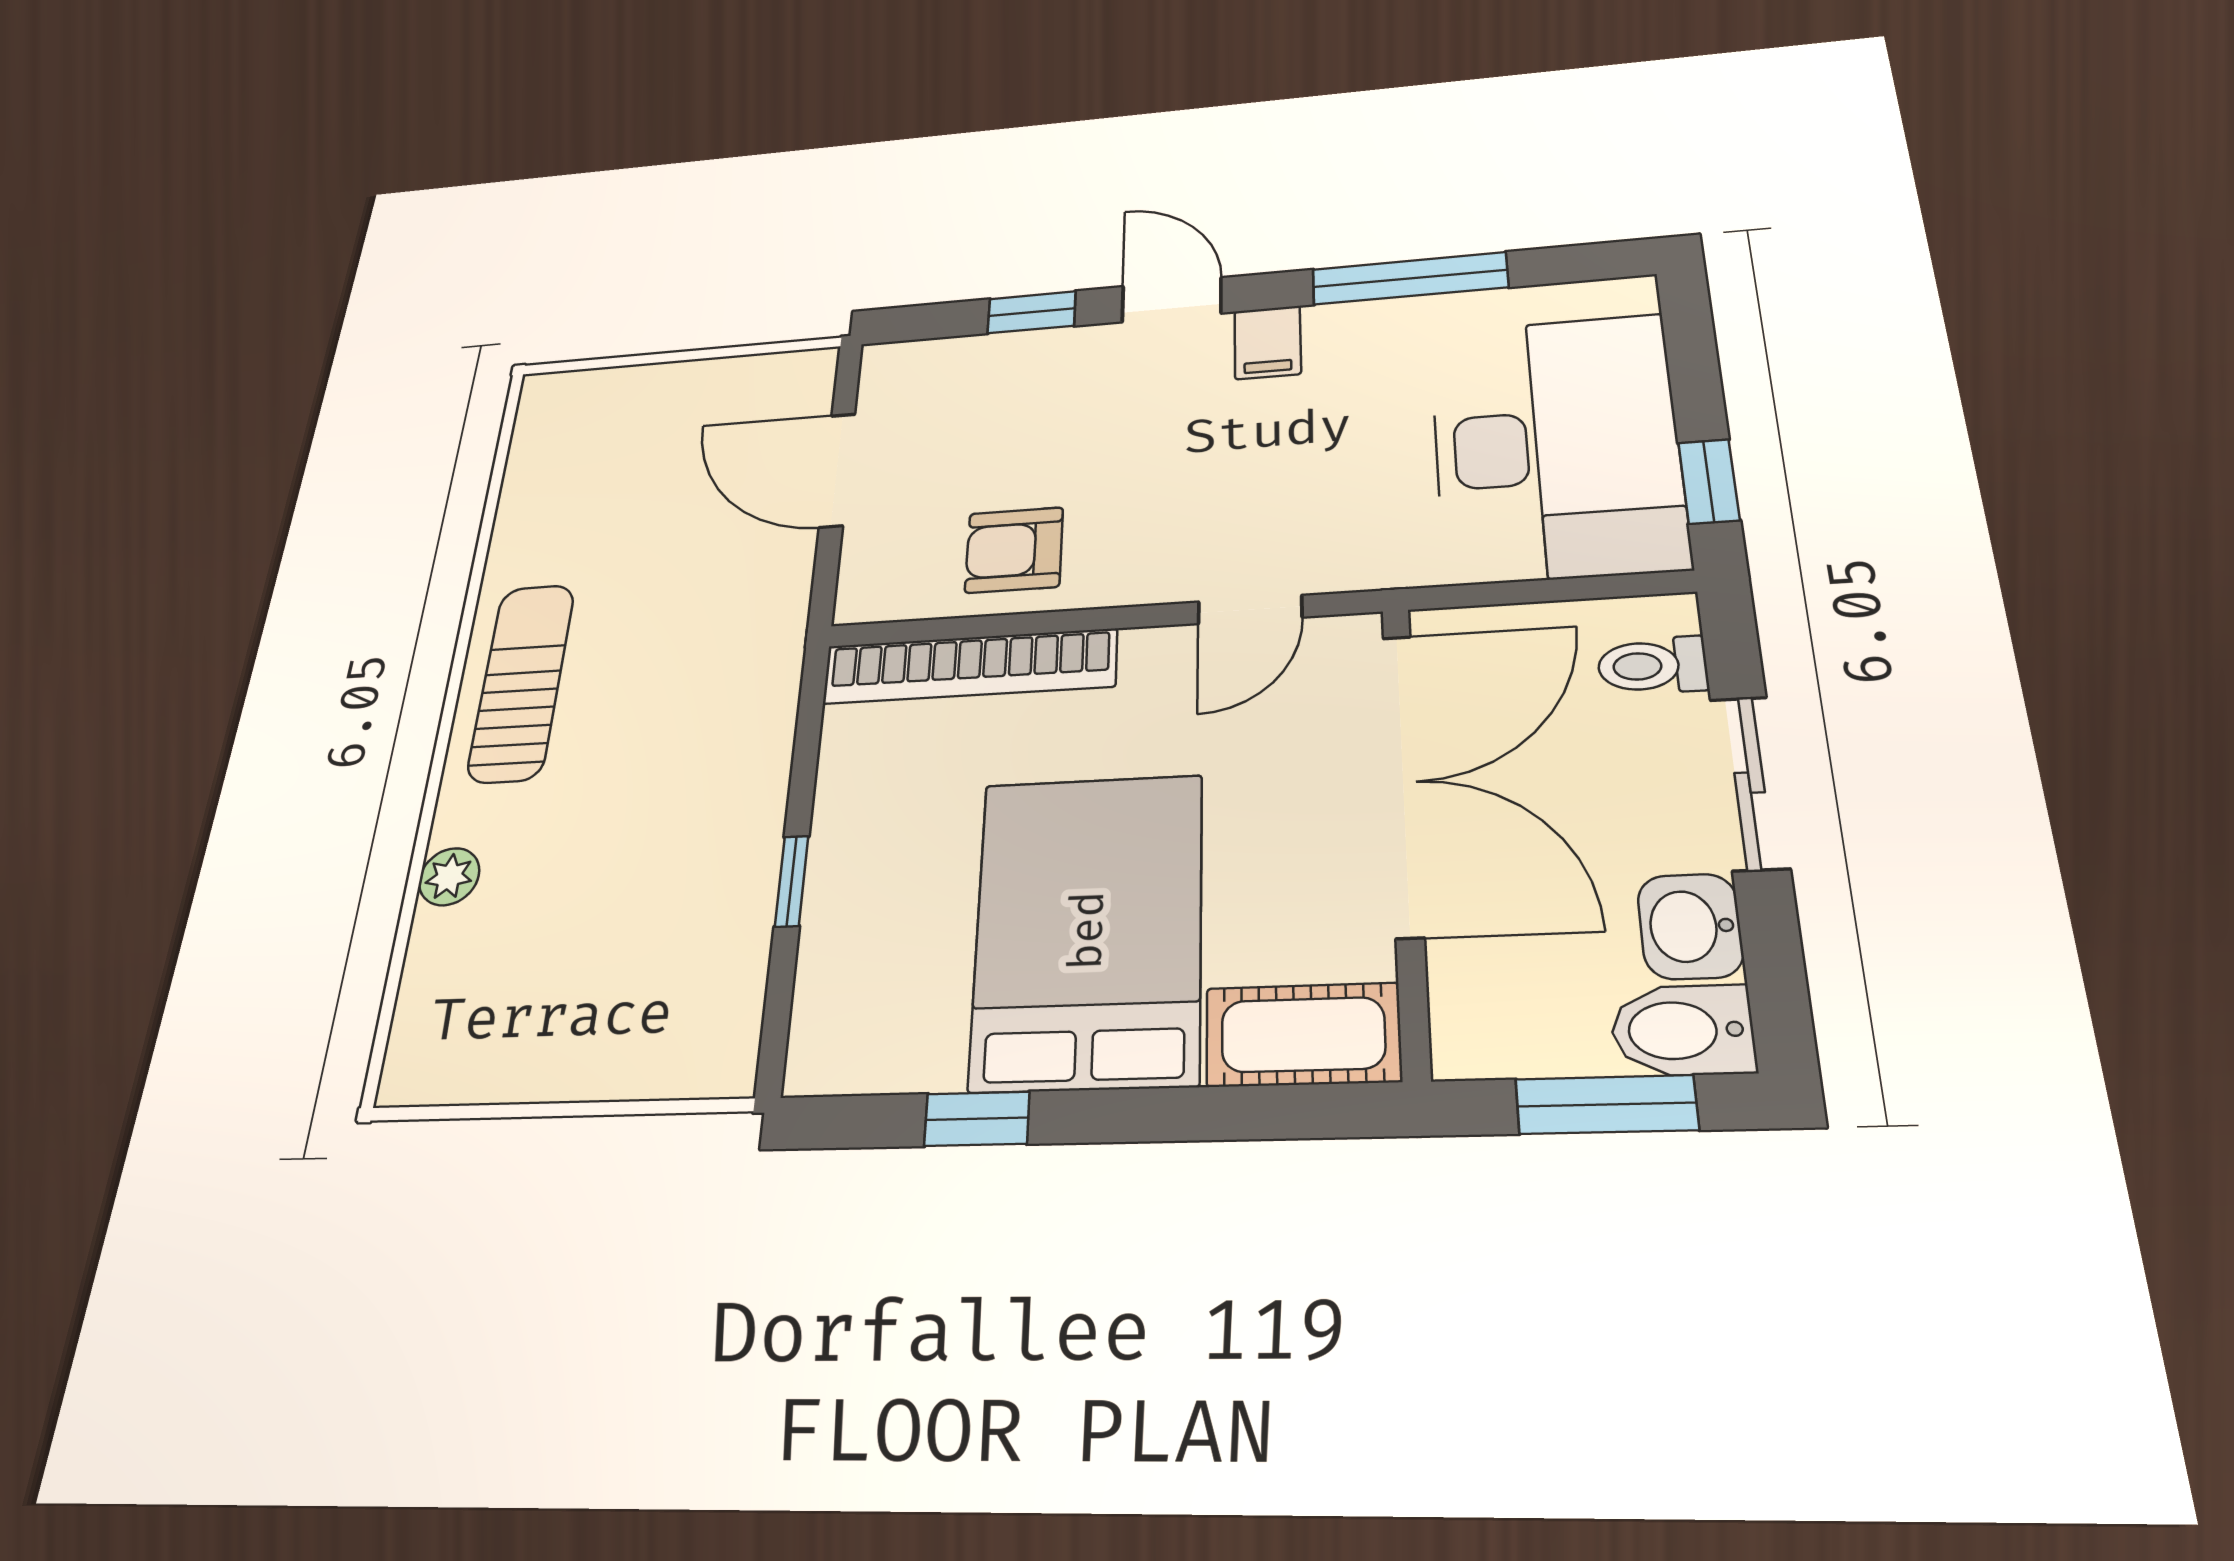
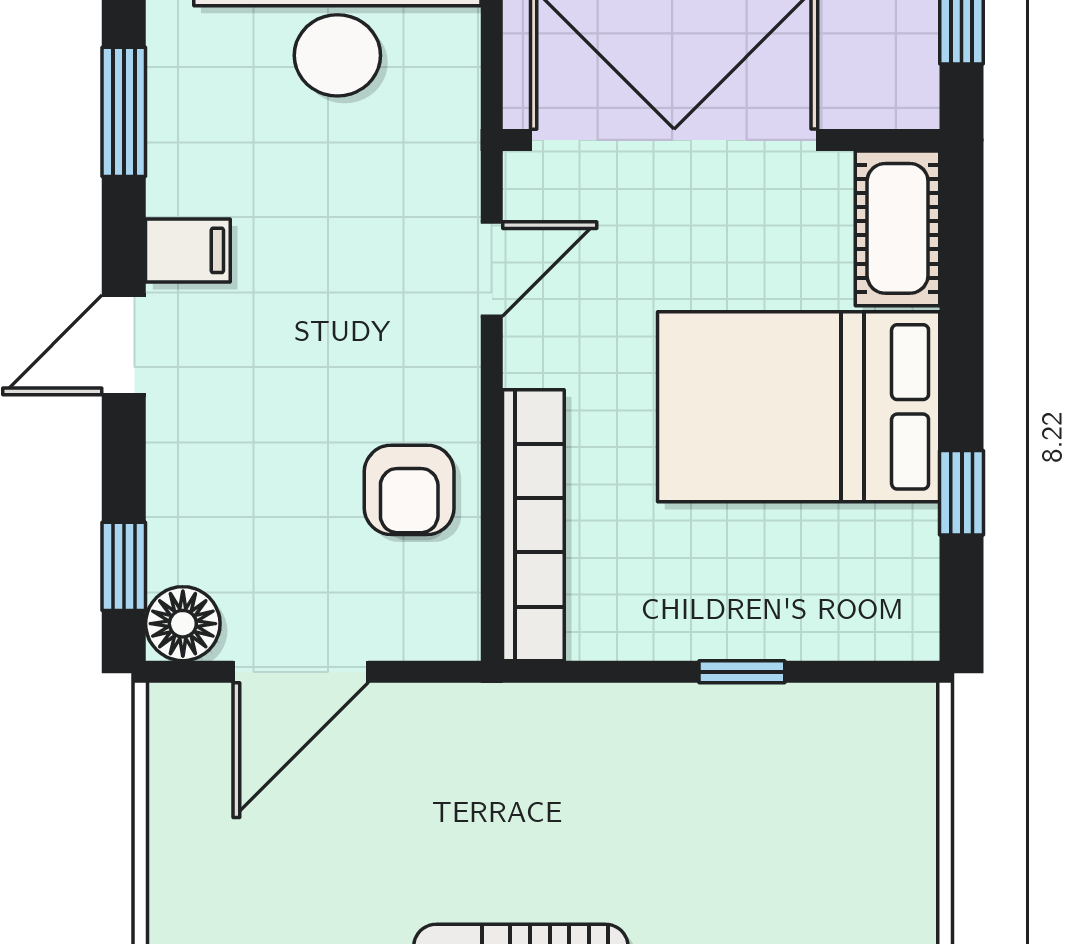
window: (1410, 278) -> (124, 112), width x0.69
window: (1032, 312) -> (124, 566), moved
floor lamp: (894, 370) -> (183, 624), added
door: (1250, 610) -> (492, 269), hinge flipped

